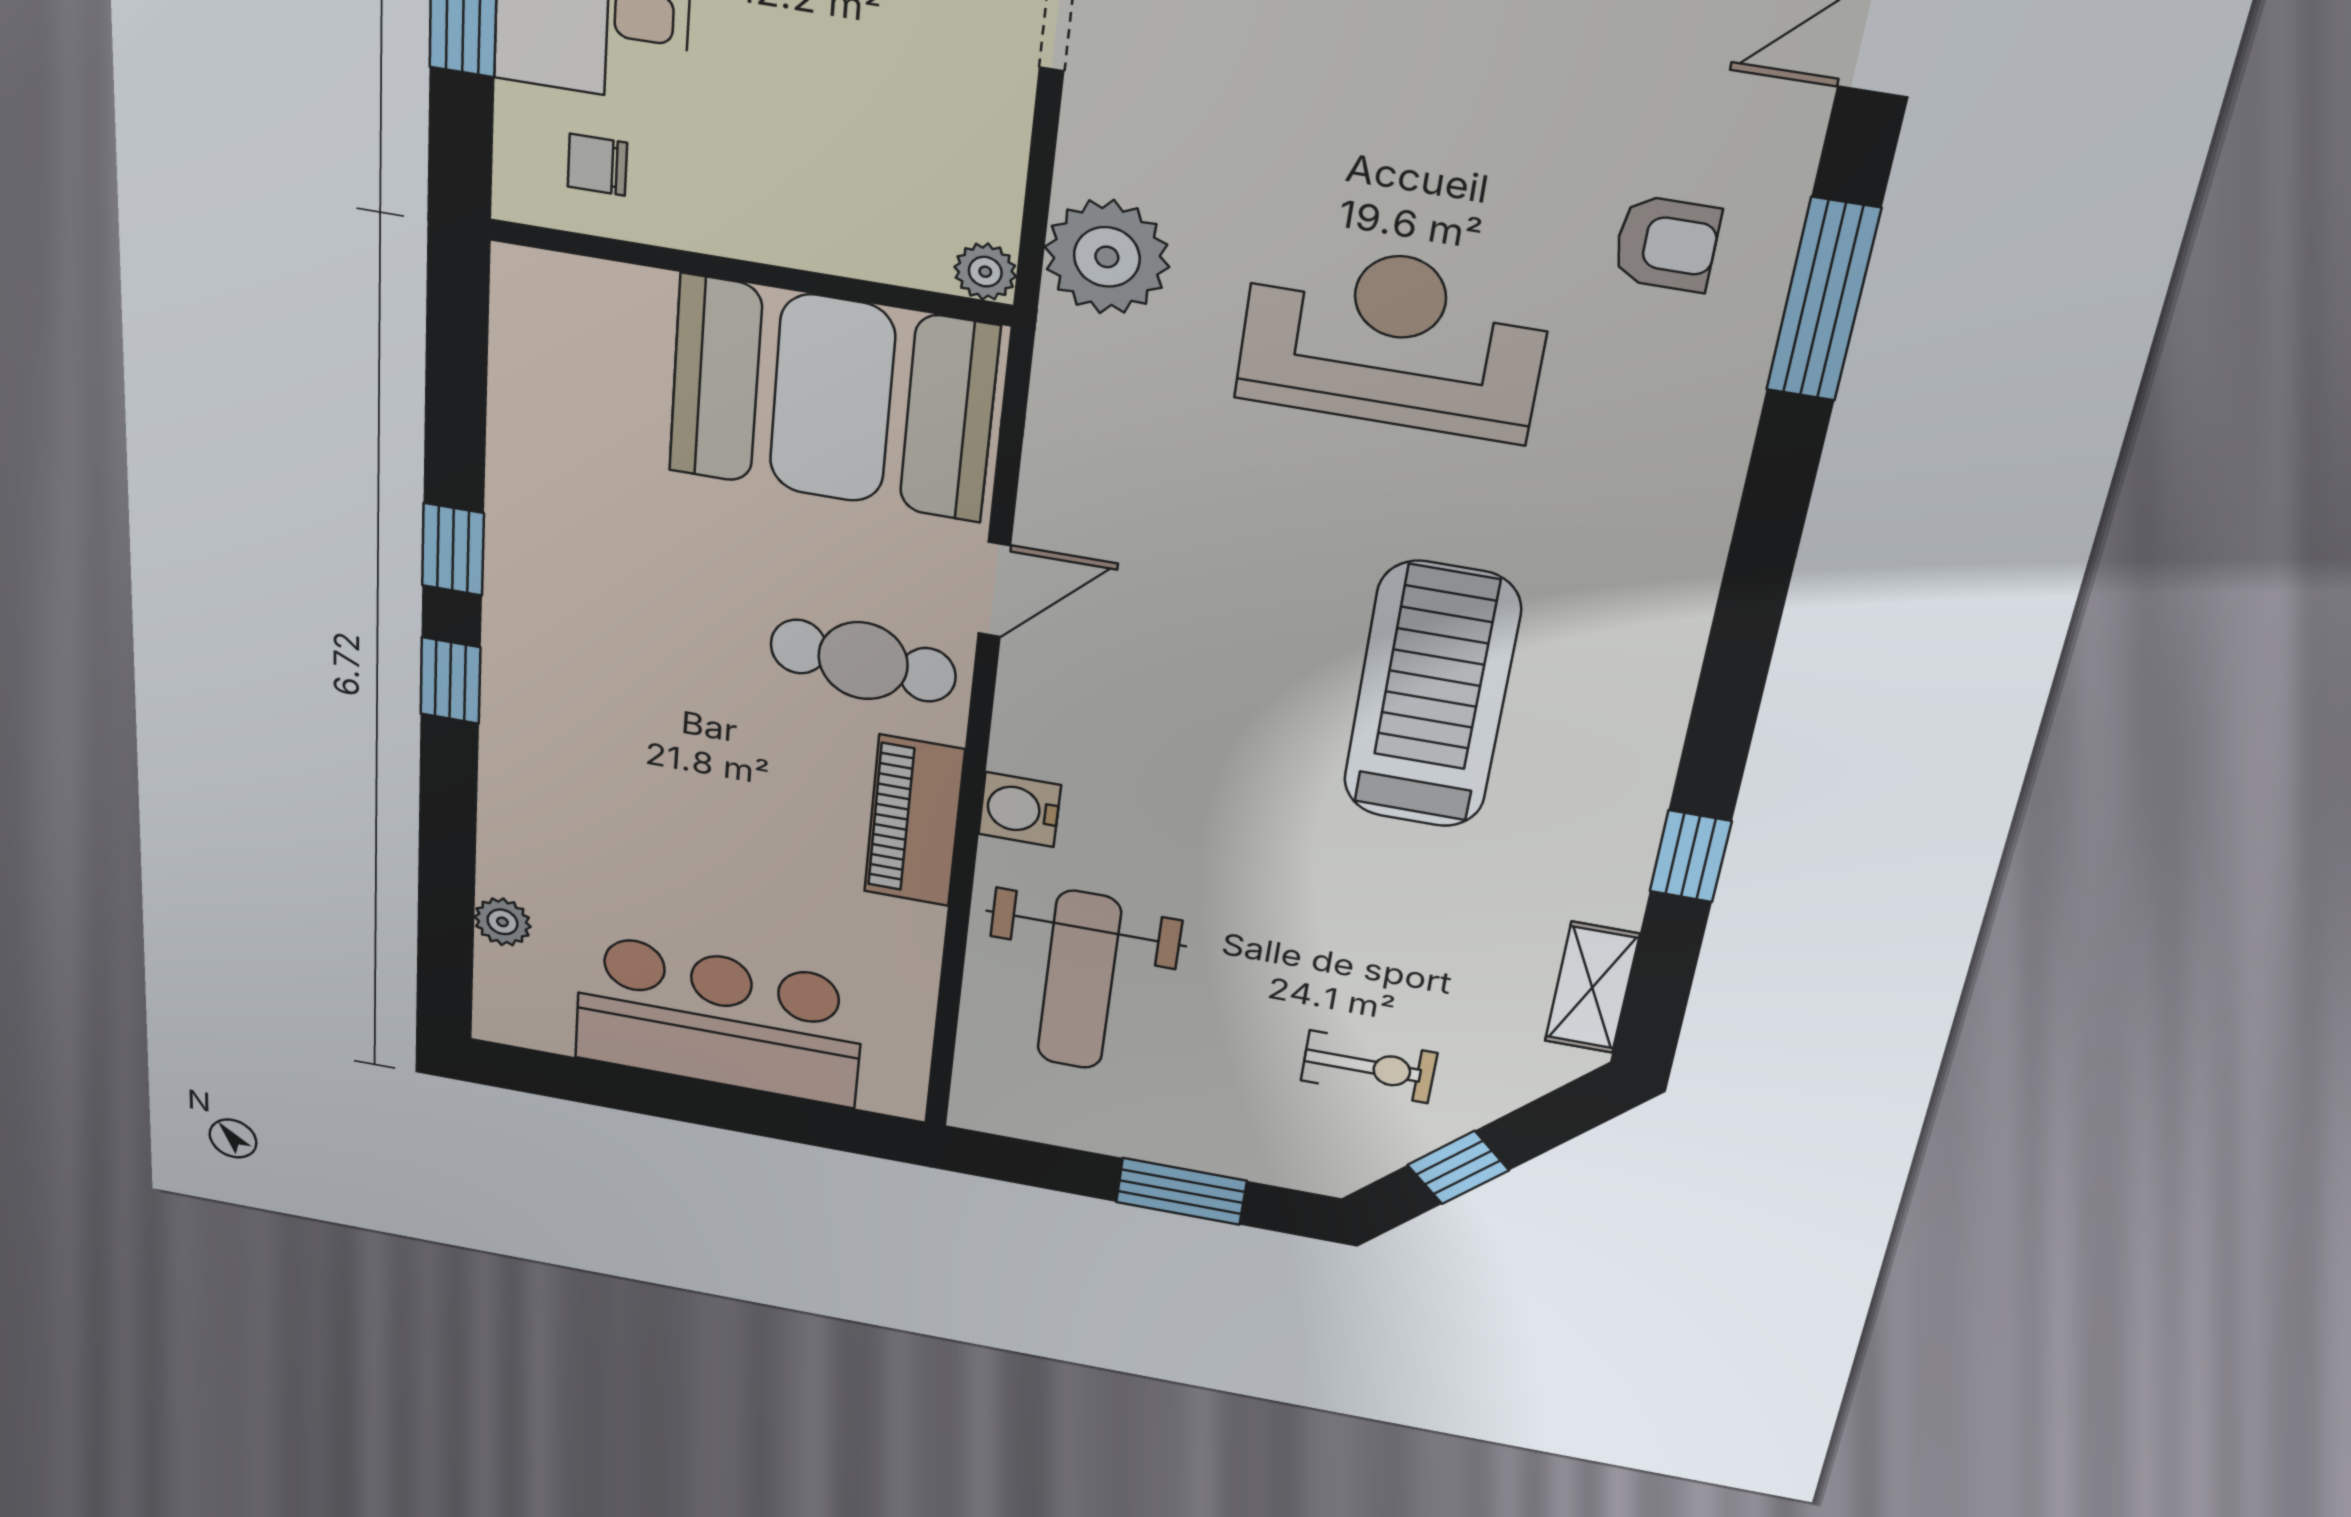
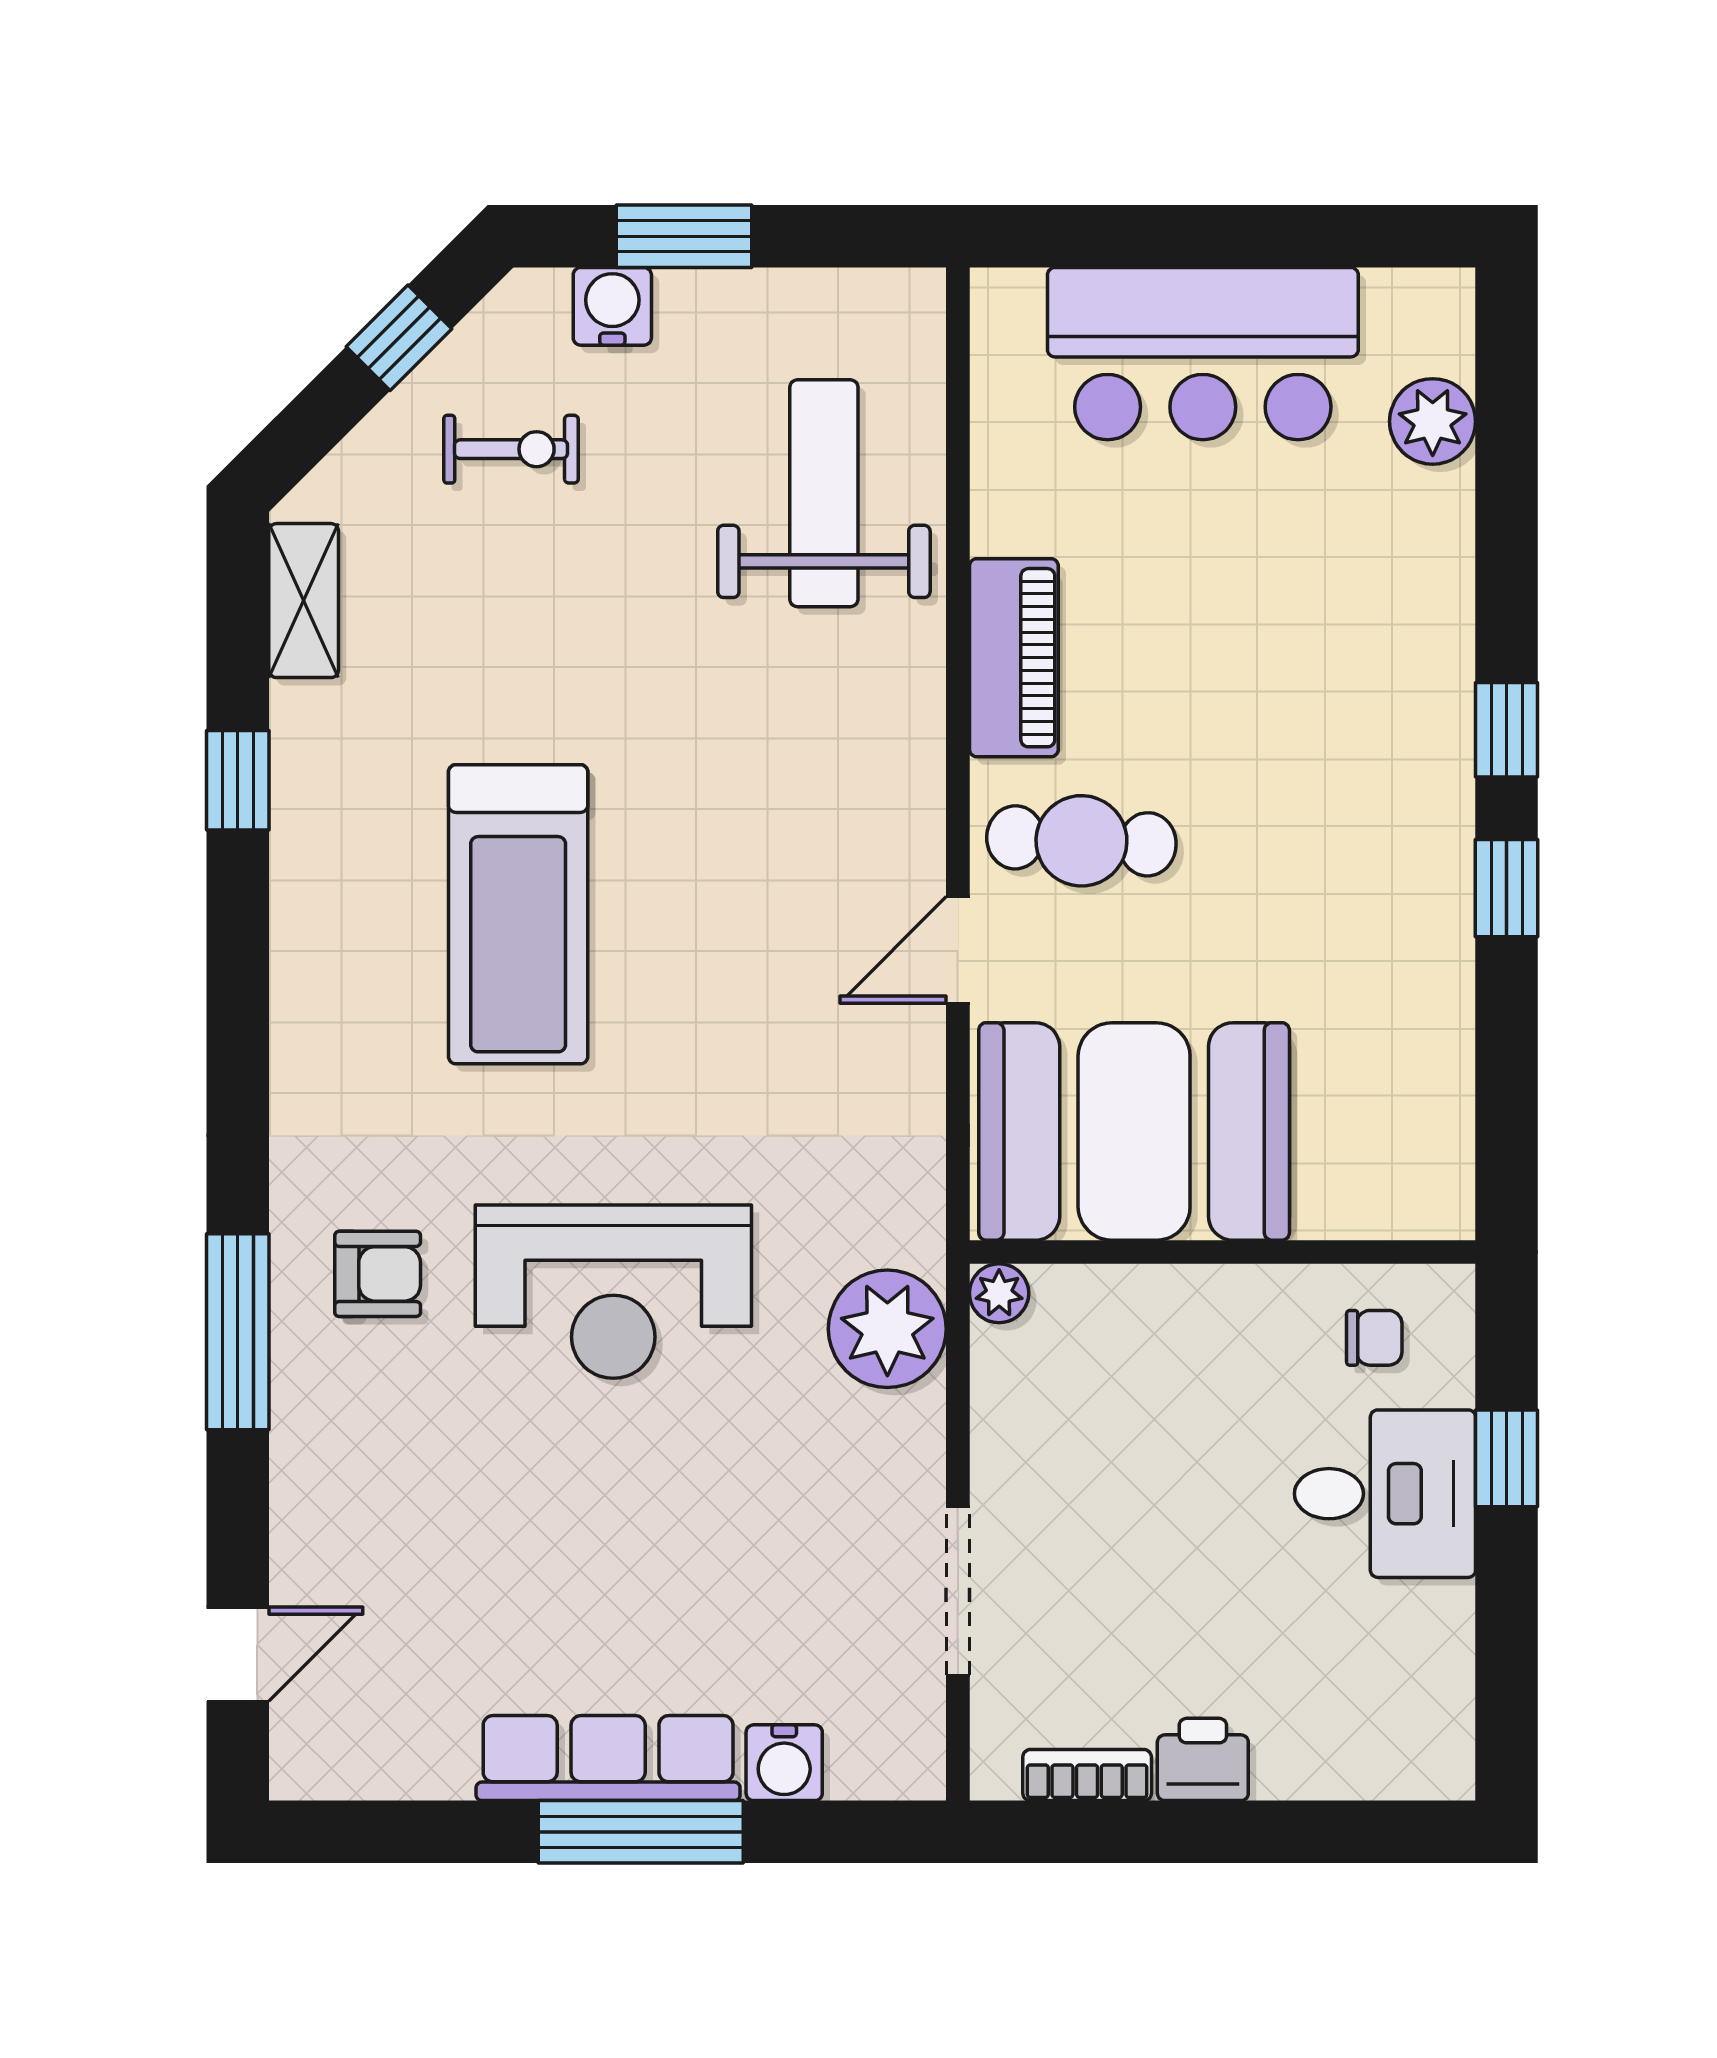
armchair: (1666, 244) -> (378, 1274), moved, turned 180
window: (1823, 300) -> (238, 1332), moved
water cooler: (1020, 810) -> (612, 306), moved, turned -90
plant: (502, 922) -> (1433, 421), width x1.38, depth x1.38
exercise bike: (1369, 1067) -> (511, 449), turned 180

